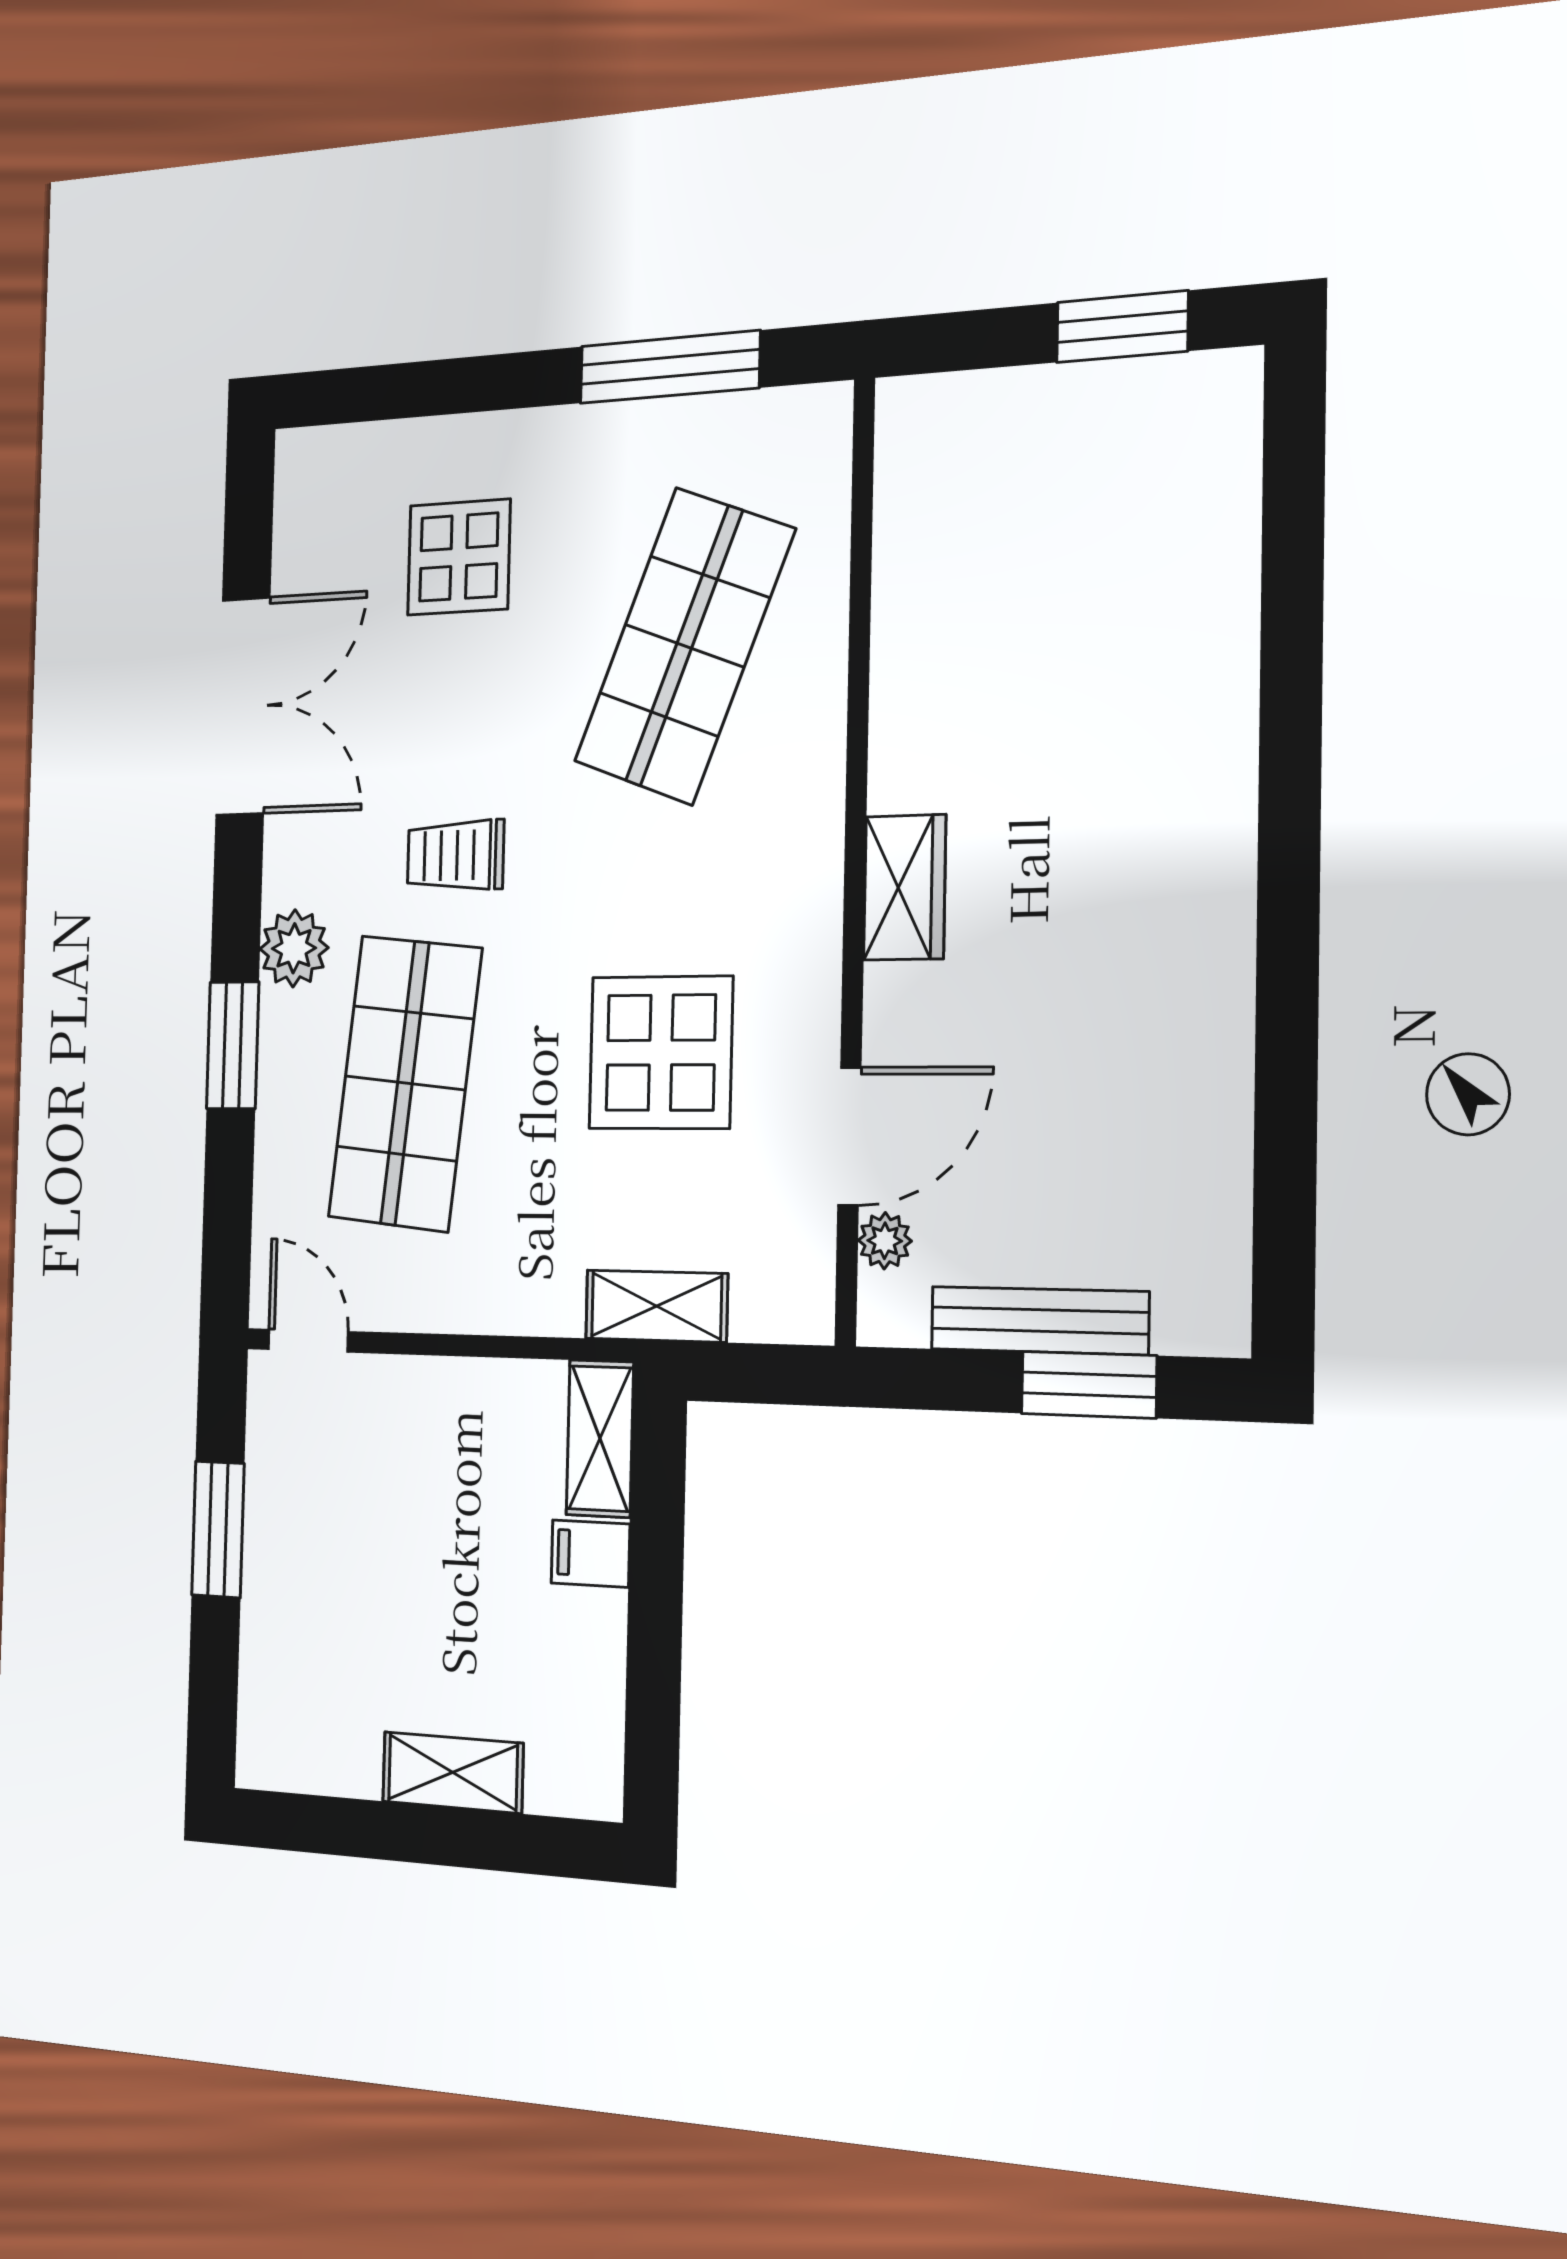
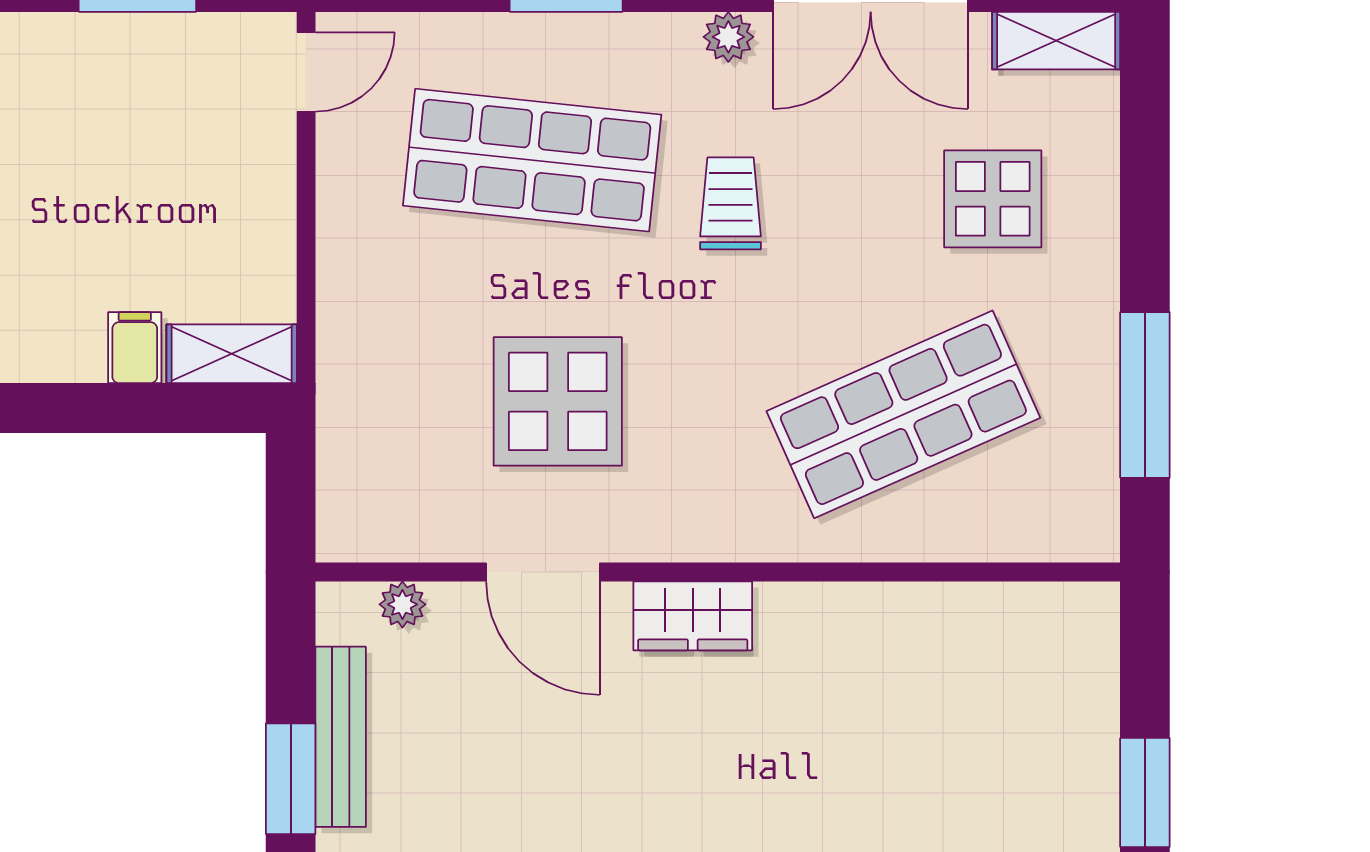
shop shelf: (684, 646) -> (903, 414), turned -45
plant: (294, 948) -> (728, 37), moved, width x0.73, depth x0.73
door: (849, 1136) -> (543, 572), moved
shelving: (656, 1306) -> (1056, 41), moved, turned 90

